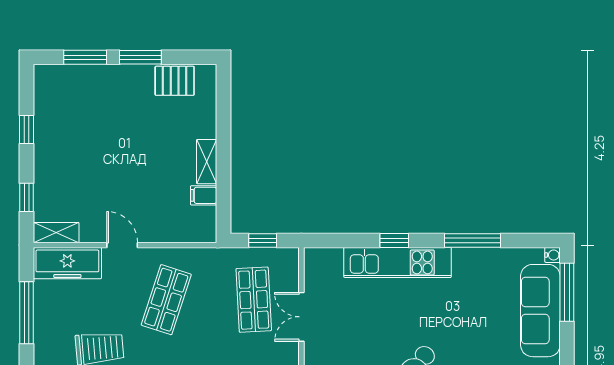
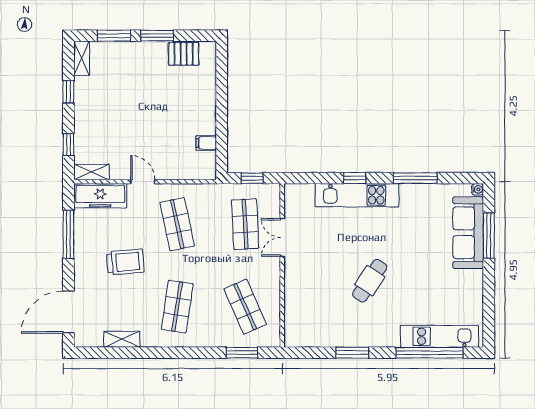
shelving: (207, 162) -> (82, 58), moved
window: (567, 292) -> (489, 235), moved
shop shelf: (166, 300) -> (177, 224), turned -30

